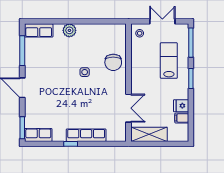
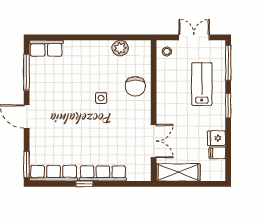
plant: (69, 30) -> (120, 48), moved
row of seats: (38, 135) -> (54, 173), width x1.48

